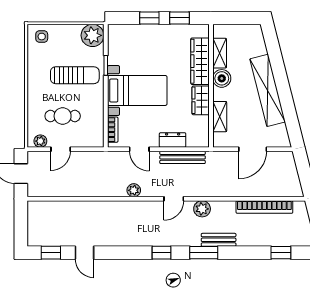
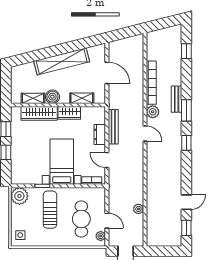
cafe table: (63, 116) -> (81, 219), width x1.37, depth x1.35
door: (139, 149) -> (107, 160), swing flipped
plant: (134, 190) -> (138, 209), moved
bookcase: (264, 207) -> (151, 83), moved

